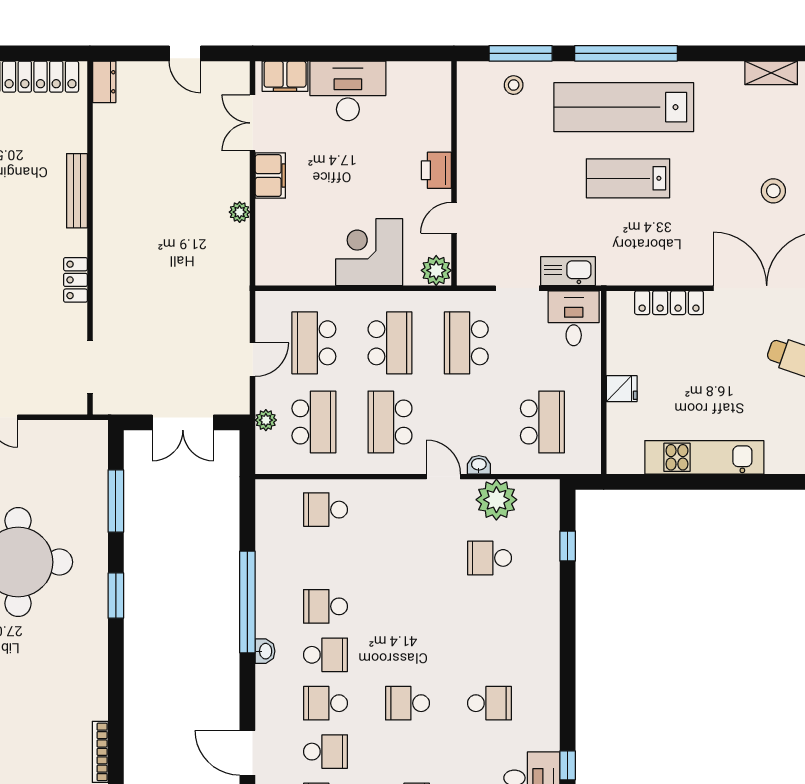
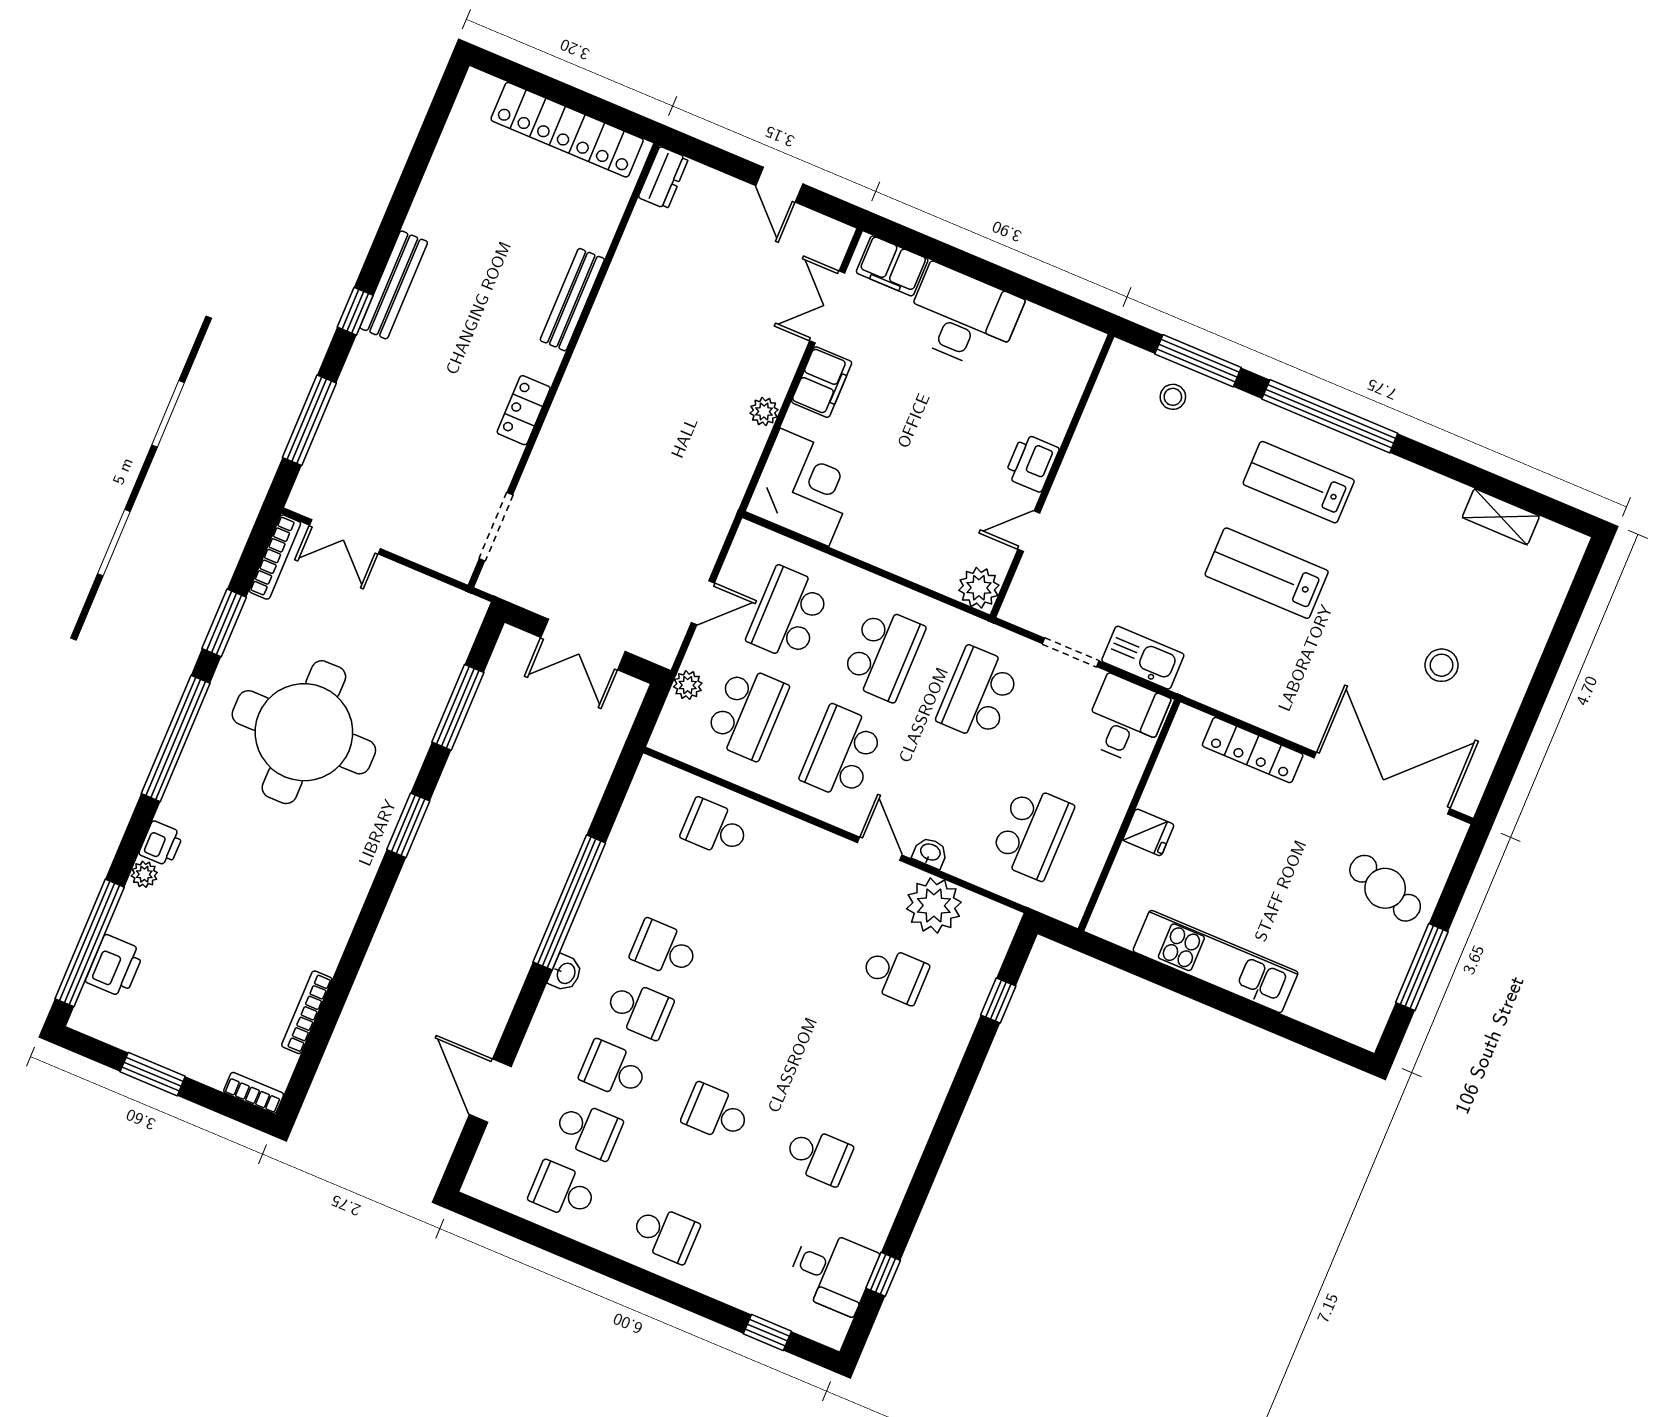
lab bench: (624, 107) -> (1299, 482), width x0.54, depth x0.72
corner desk: (369, 252) -> (804, 487), moved, turned 90
school desk: (489, 558) -> (895, 975), turned 180

